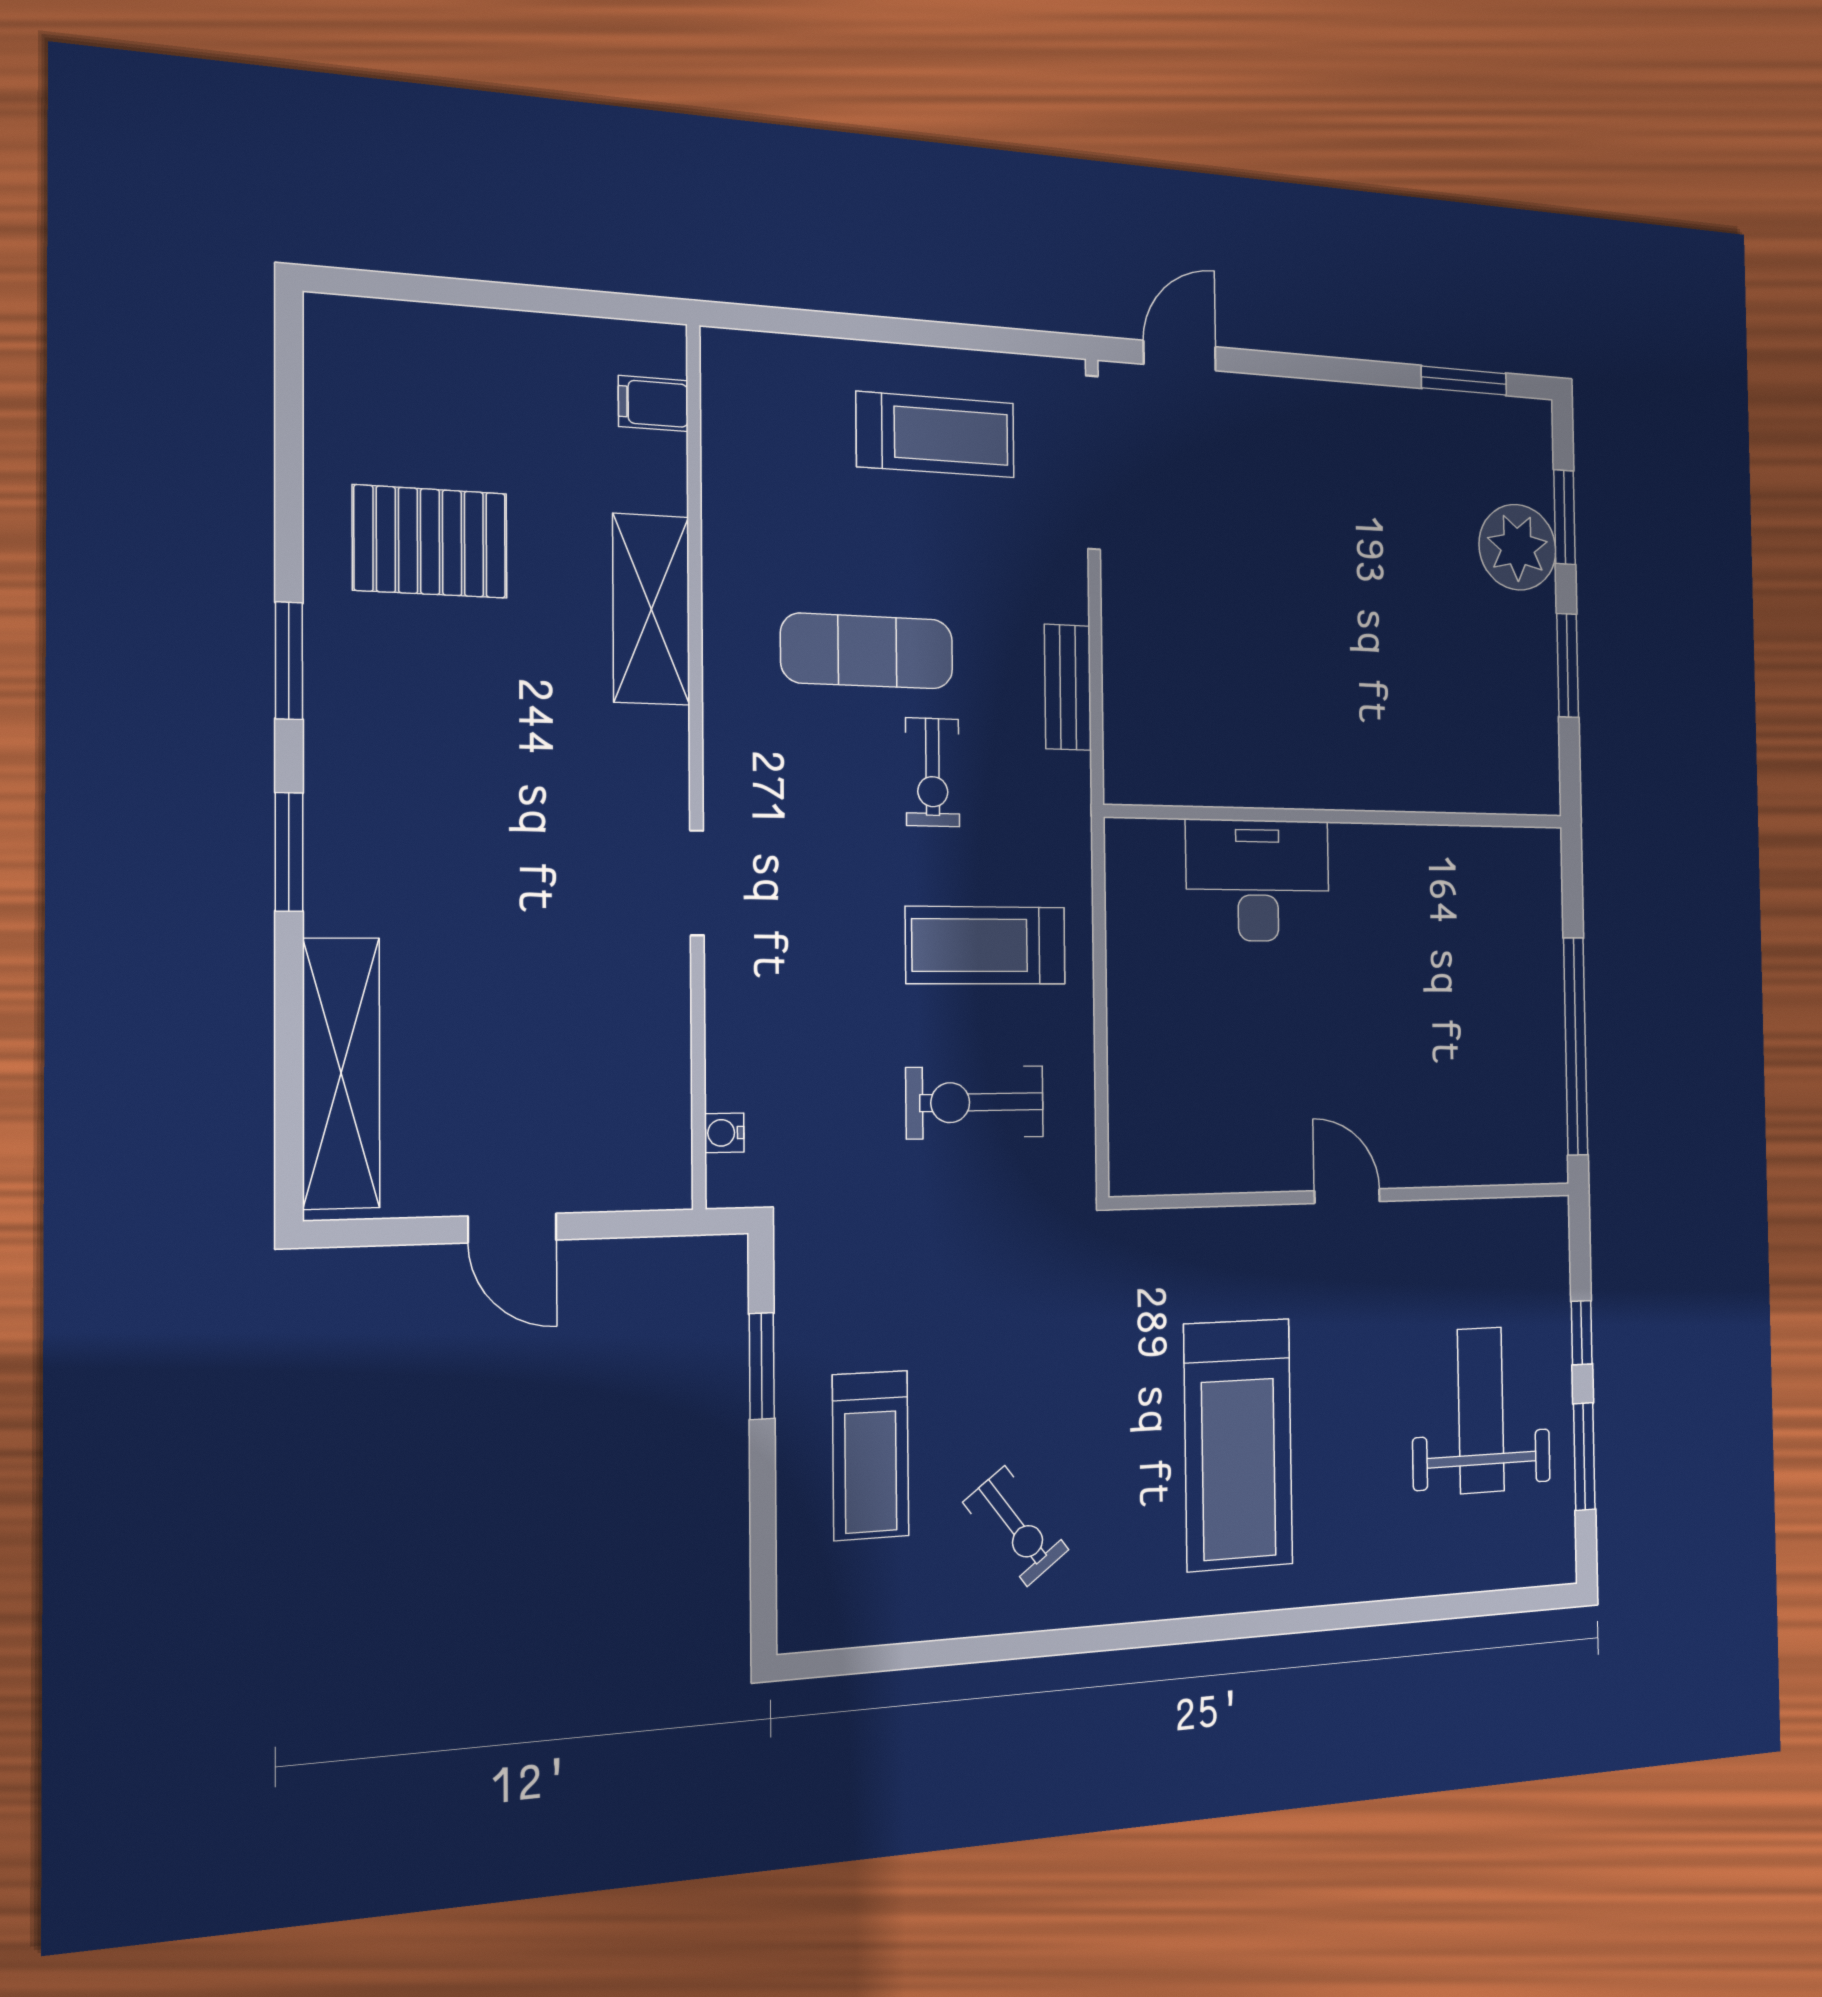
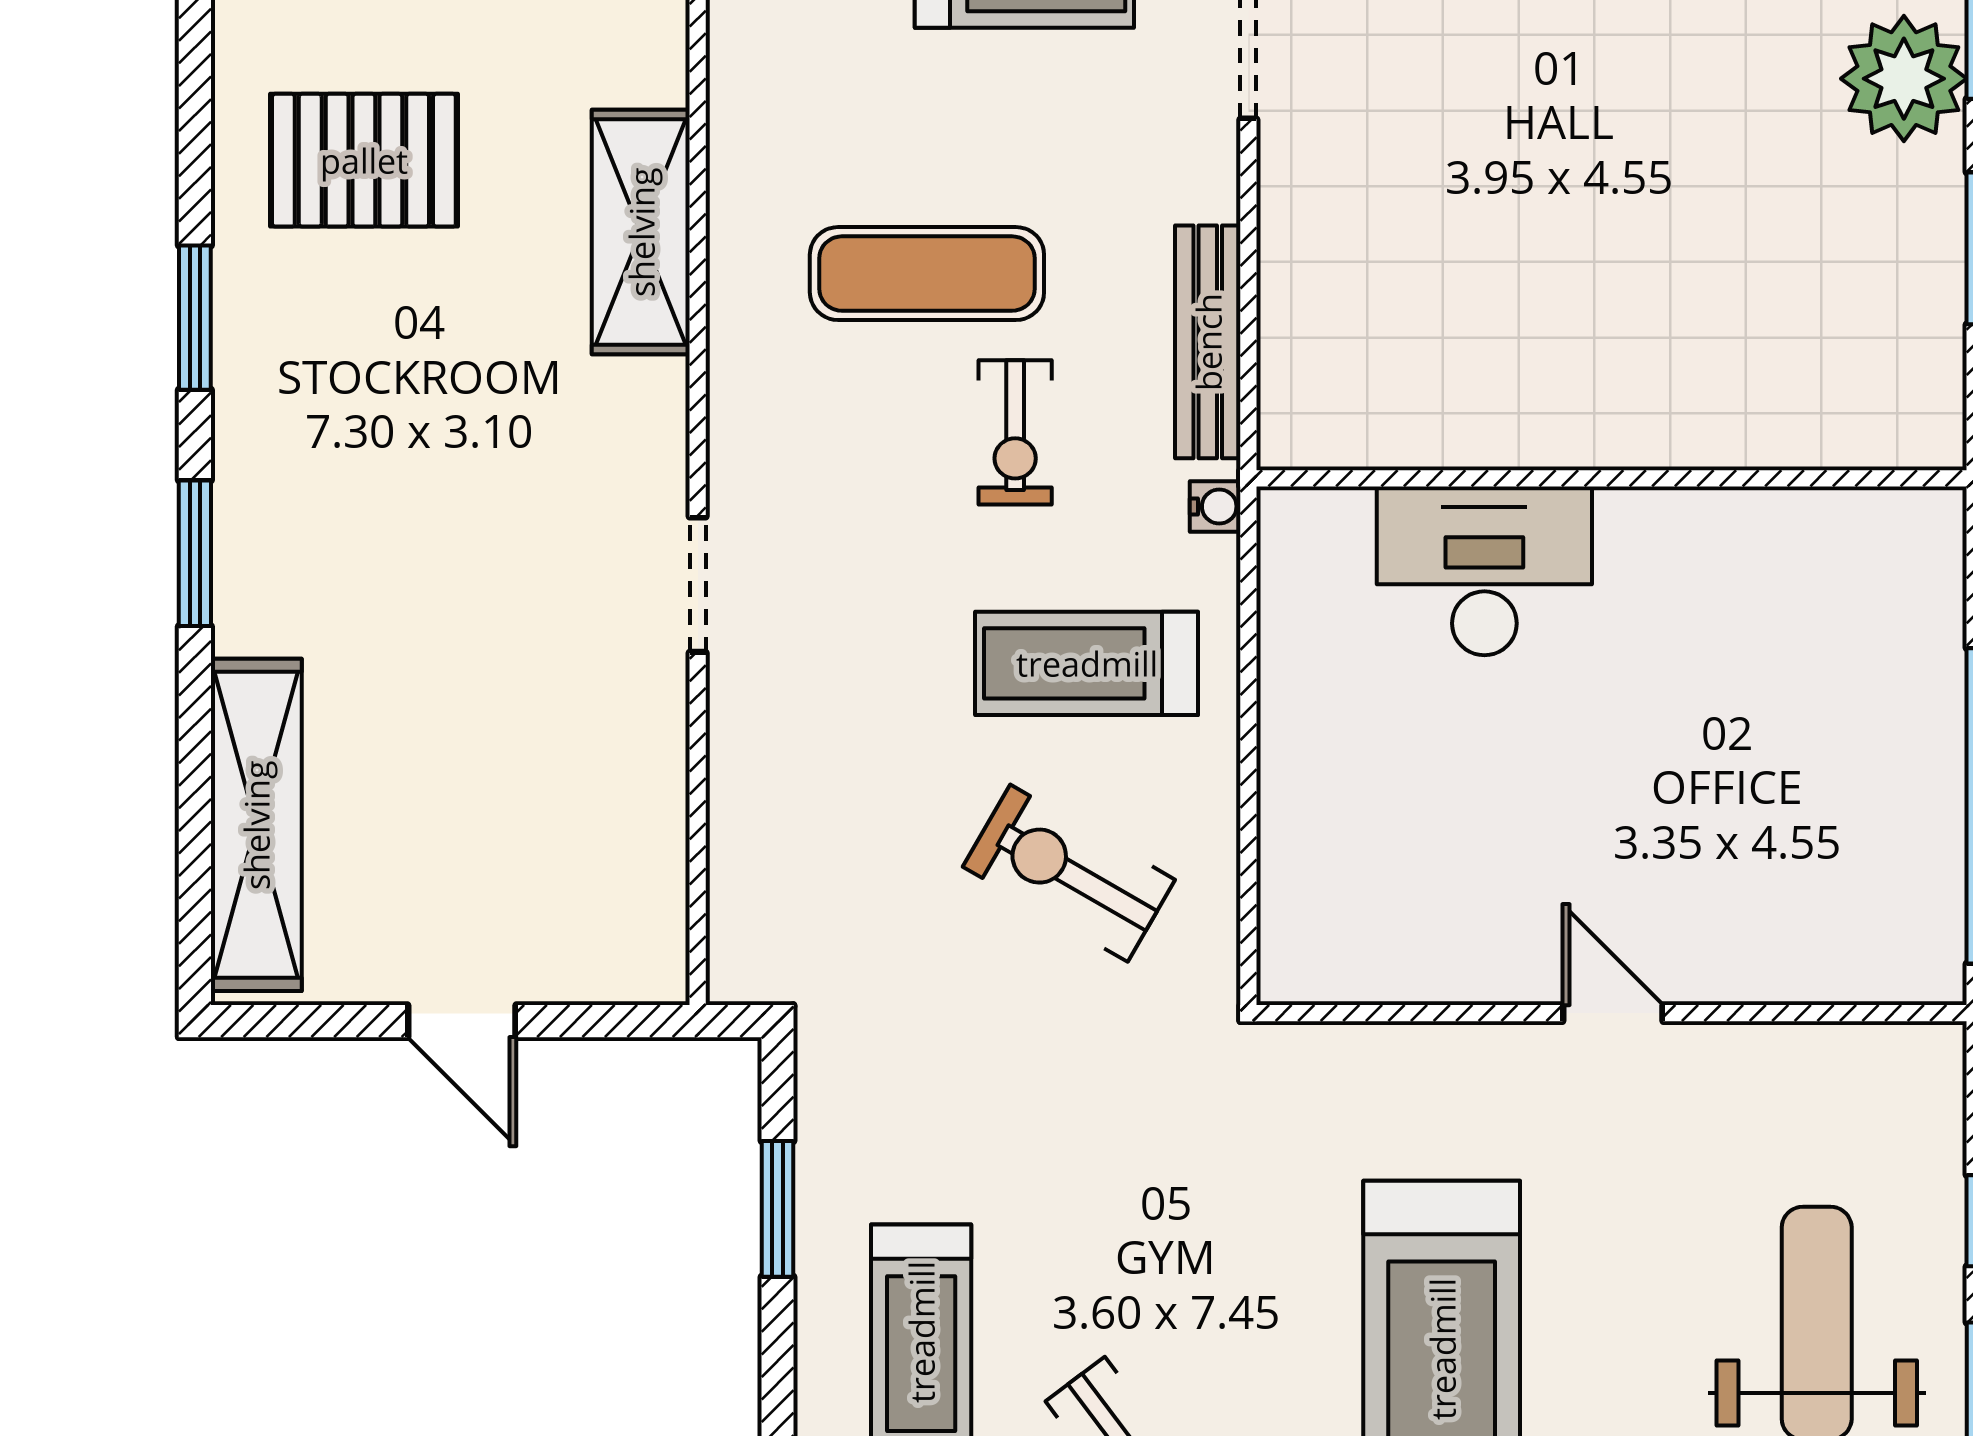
bench: (1068, 687) -> (1208, 342), width x1.36
exercise bike: (975, 1102) -> (1069, 873), turned 30
water cooler: (724, 1133) -> (1215, 506), moved, turned 180

